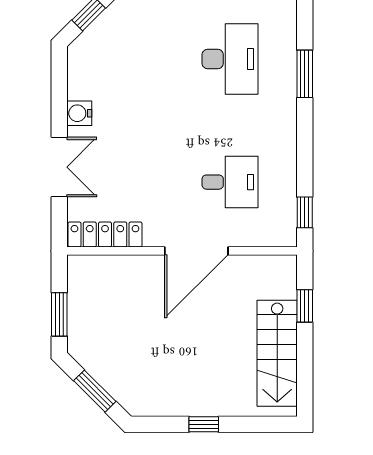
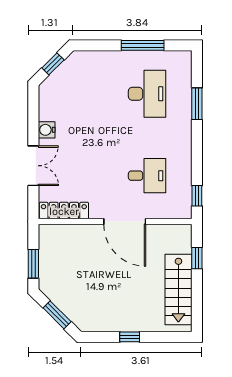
door: (196, 251) -> (125, 221), hinge flipped

